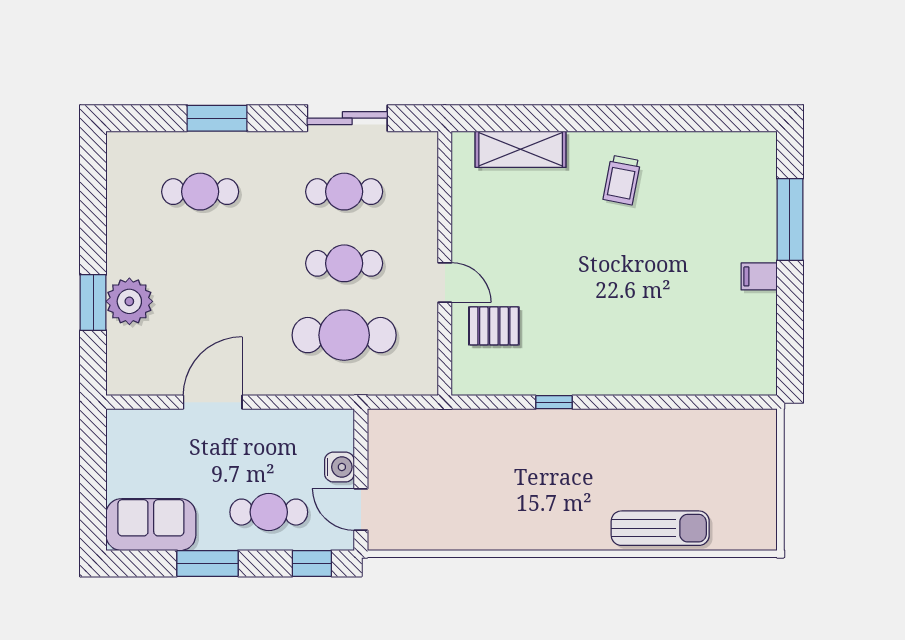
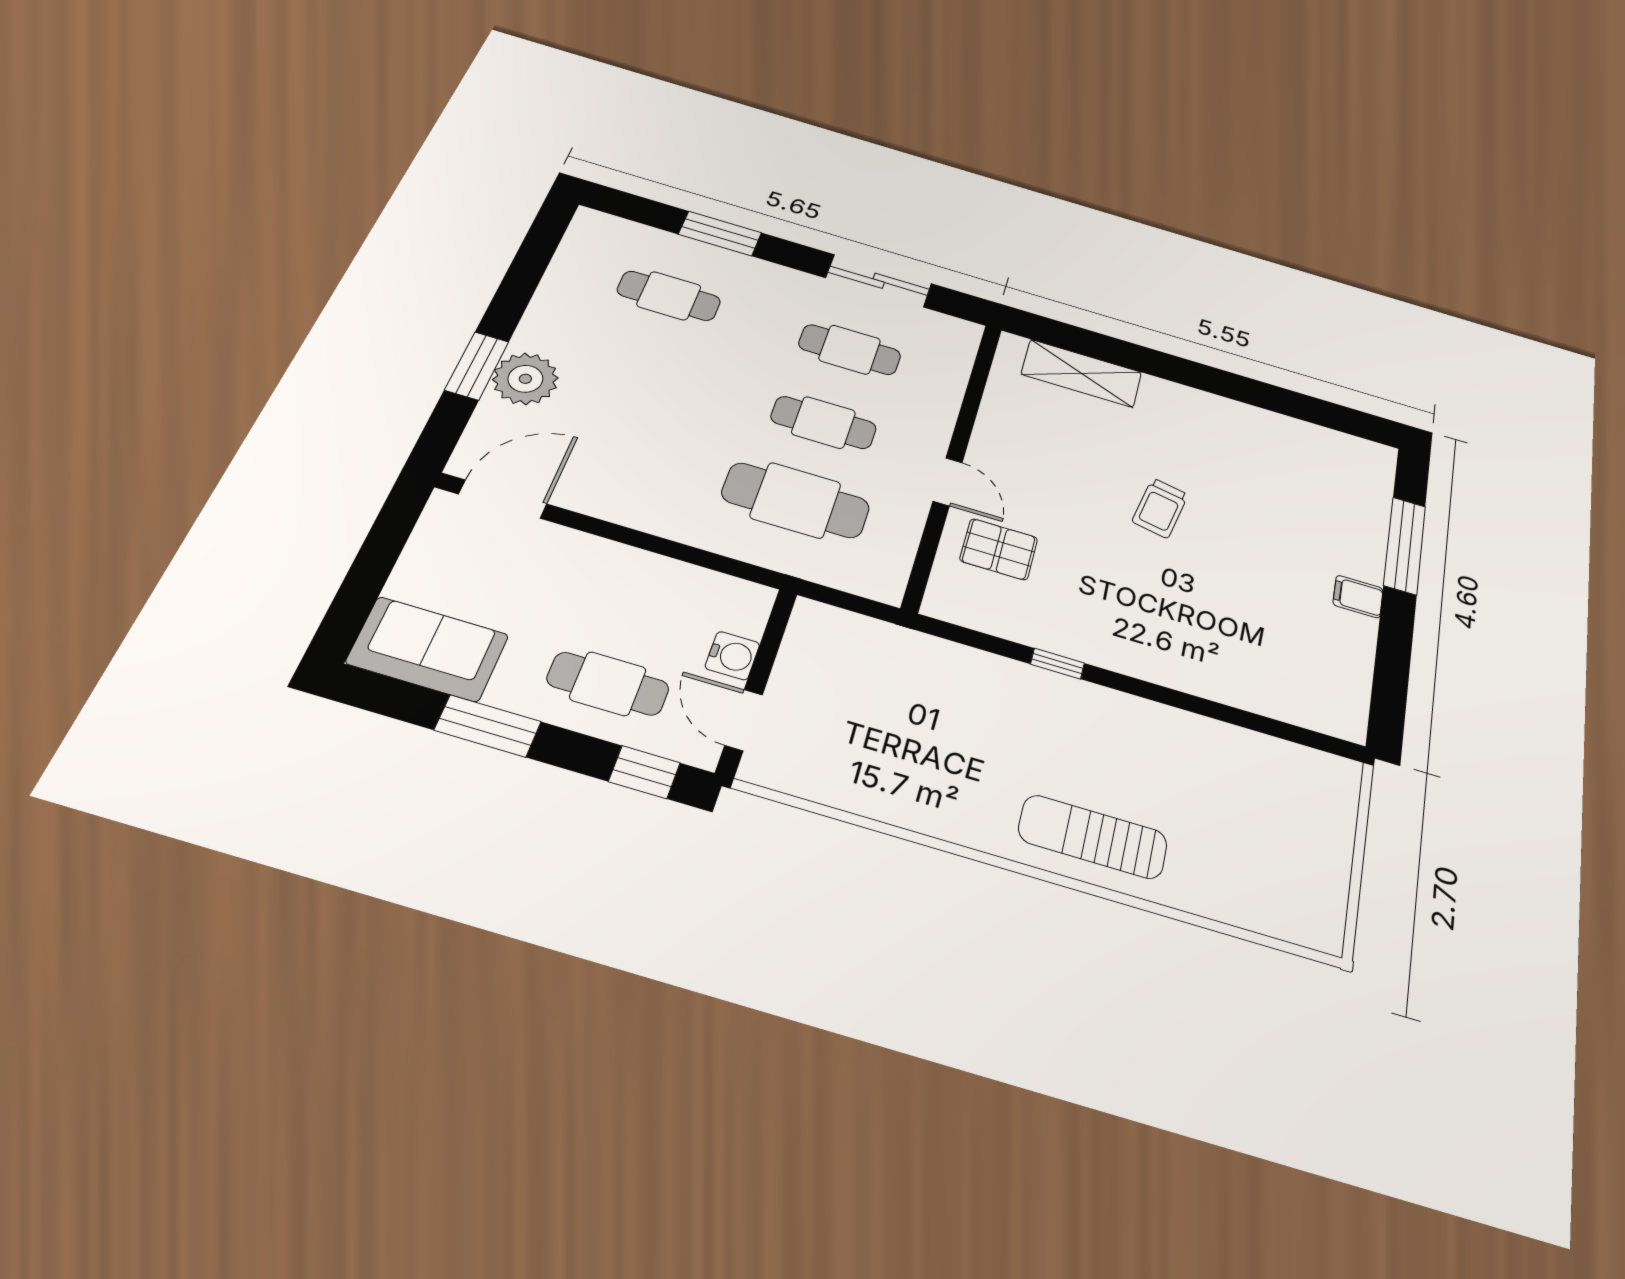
trolley: (622, 180) -> (1160, 508), moved
door: (213, 402) -> (503, 499), moved
sun lounger: (660, 528) -> (1093, 837), moved, turned 180

